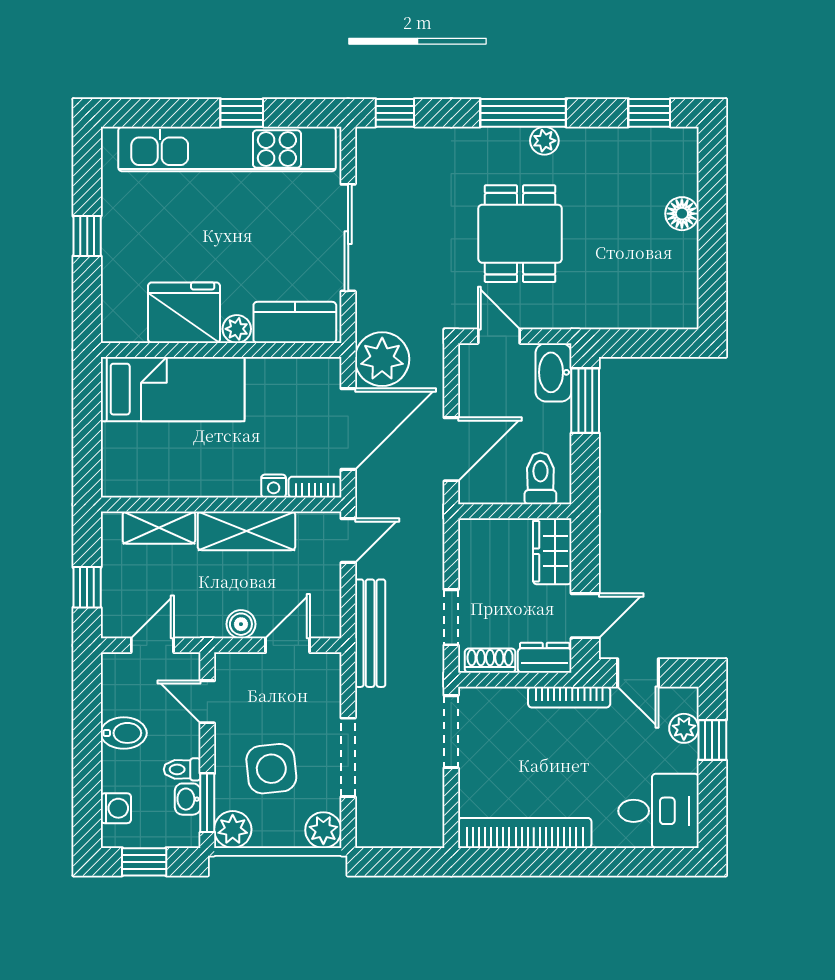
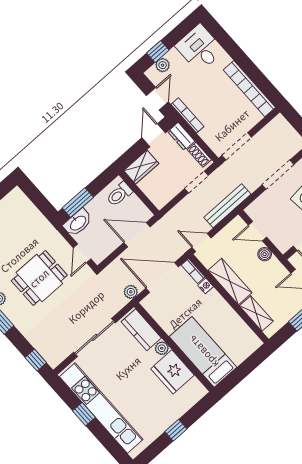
plant: (382, 359) -> (131, 292), width x0.53, depth x0.53
door: (585, 616) -> (154, 135), hinge flipped

